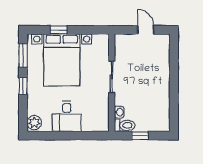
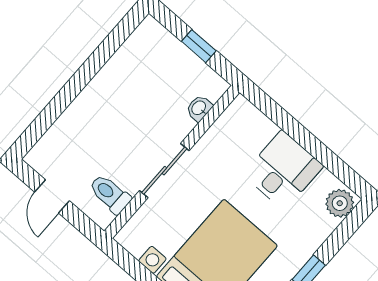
toilet: (125, 125) -> (110, 194), moved

